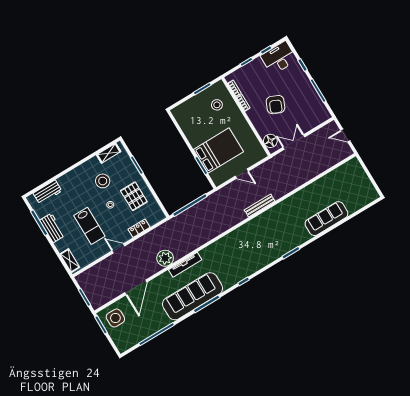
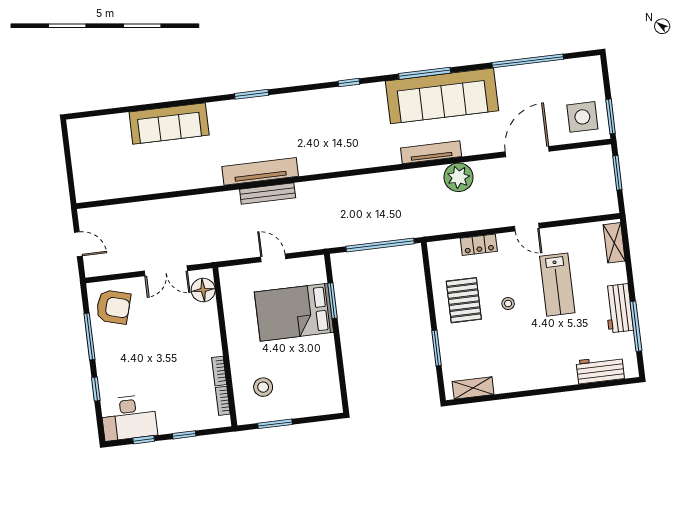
armchair: (276, 105) -> (113, 307), moved, turned 83
stool: (103, 181) -> (503, 347), removed
tv unit: (269, 215) -> (260, 171), added
lab bench: (89, 226) -> (557, 285), turned 180

